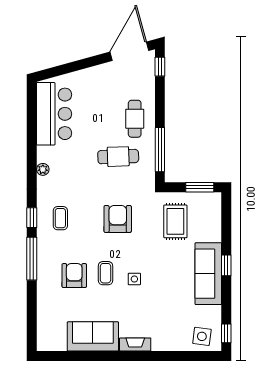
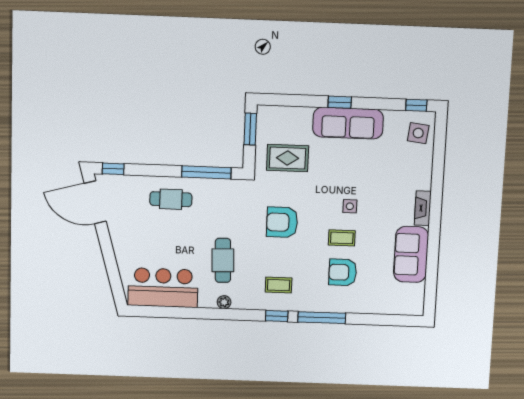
cafe table: (118, 157) -> (223, 260), moved

